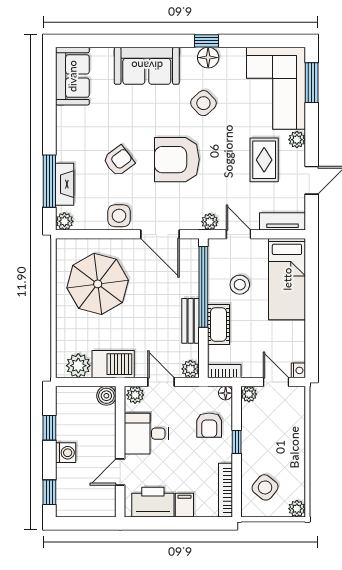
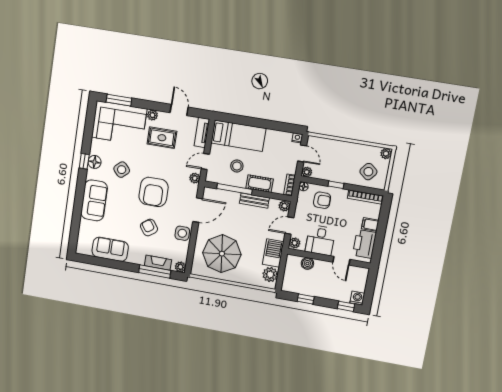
sofa: (72, 76) -> (110, 249), moved
window: (203, 287) -> (234, 189), width x0.68
door: (276, 382) -> (302, 153), swing flipped
boiler: (106, 396) -> (307, 263), moved
washing machine: (66, 453) -> (357, 298), moved

